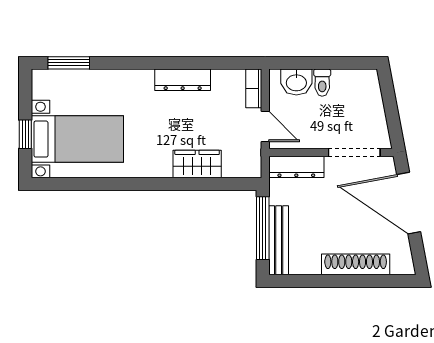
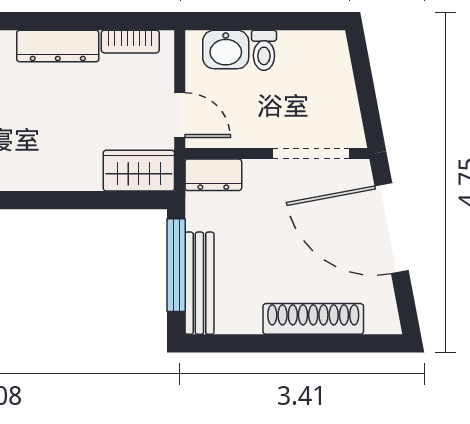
bookcase: (254, 88) -> (130, 42), moved, turned -90
wardrobe: (197, 164) -> (139, 171), moved
dresser: (296, 167) -> (213, 175), width x0.70

